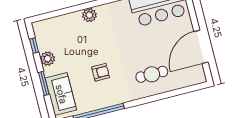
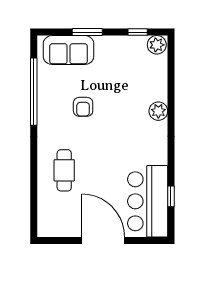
door: (201, 47) -> (103, 241), moved
plant: (48, 59) -> (157, 45), moved

